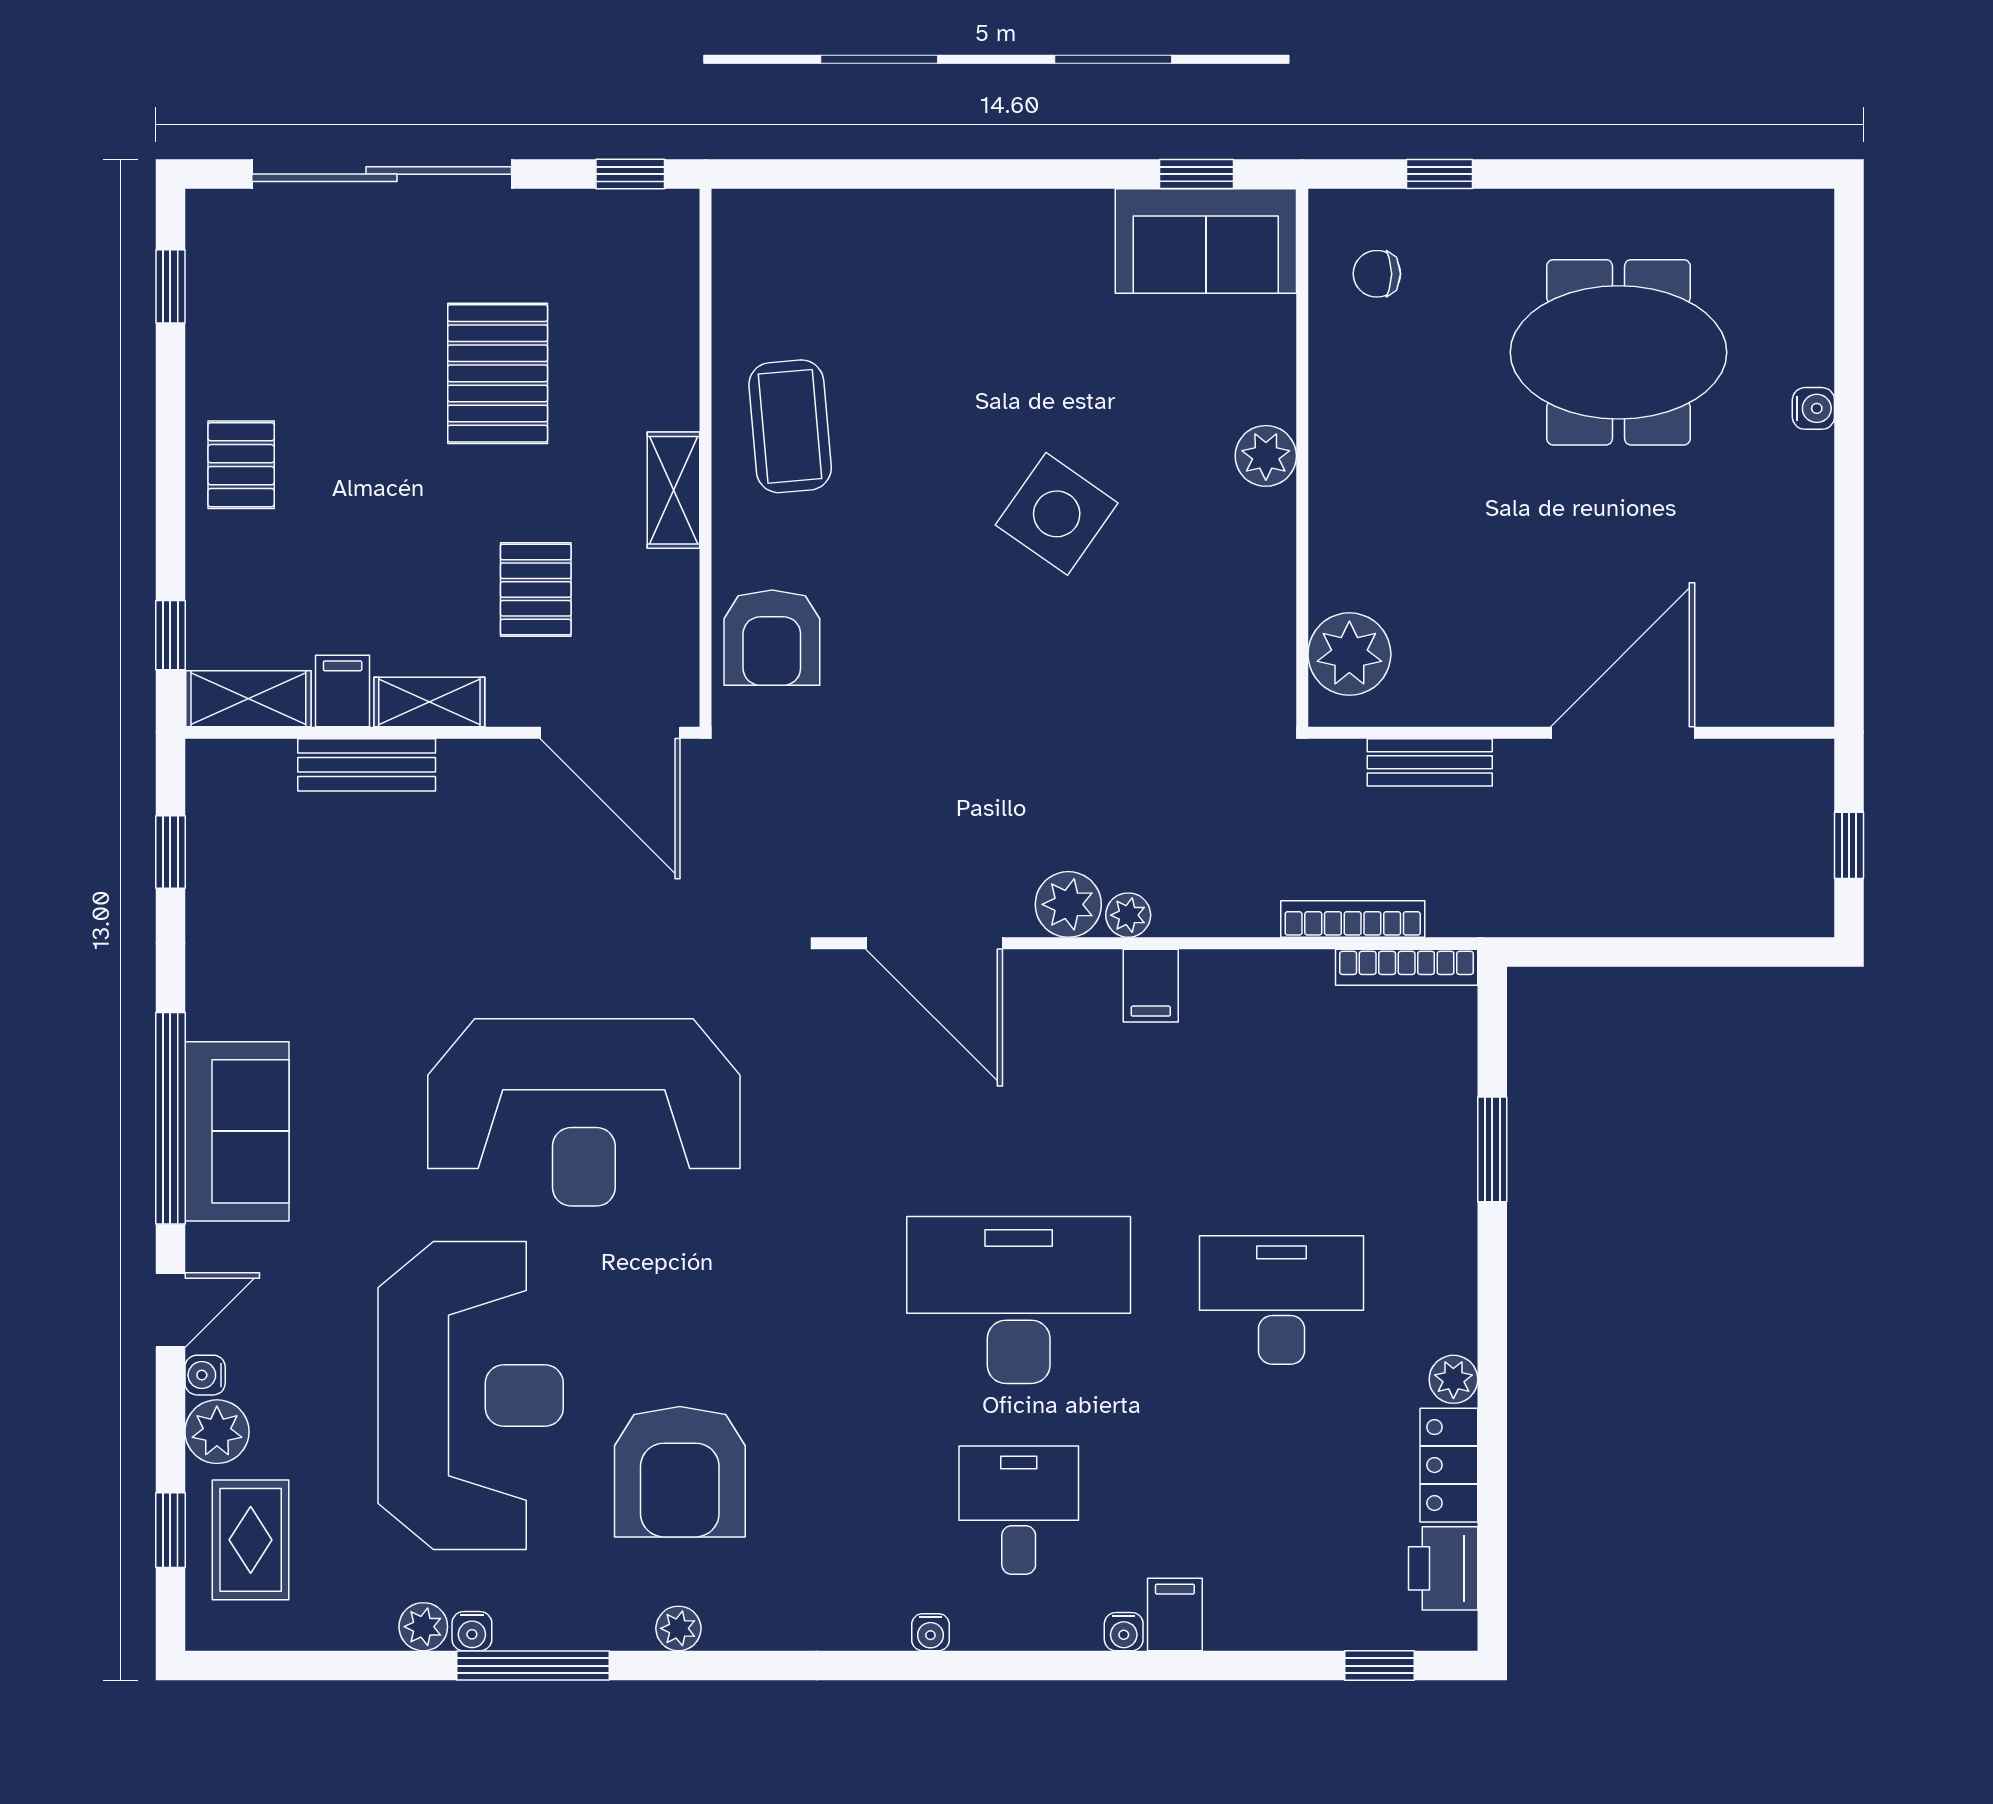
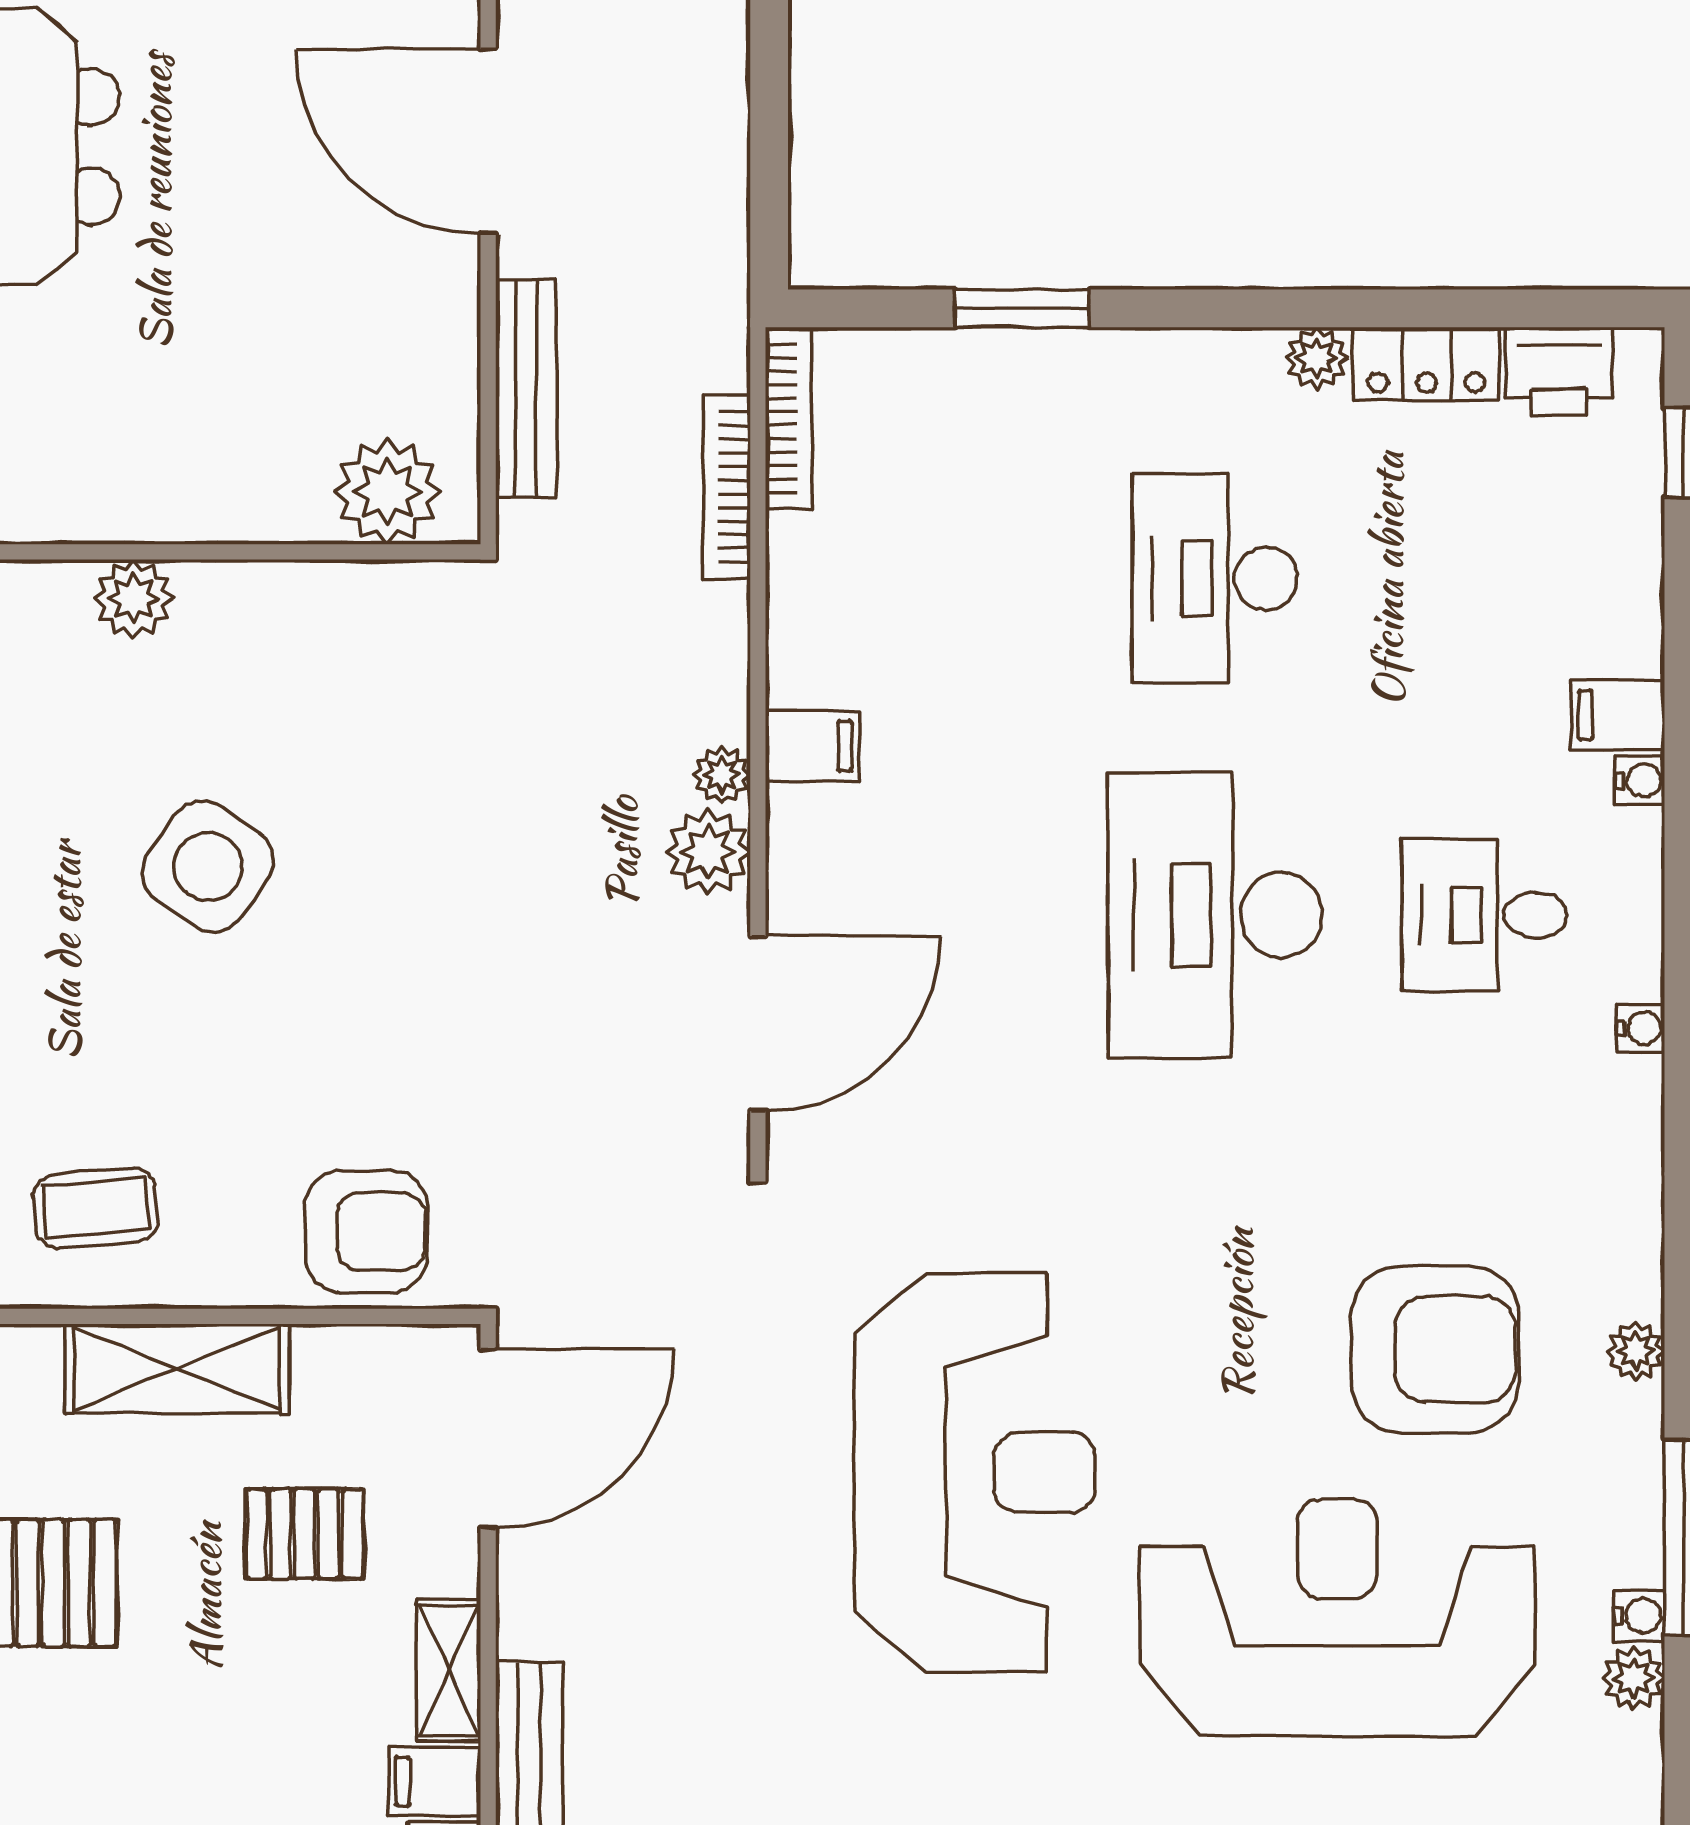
coffee table: (790, 426) -> (96, 1208), width x0.73, depth x0.77
shelving: (674, 490) -> (177, 1369), width x1.50, depth x1.33
bench: (1430, 762) -> (526, 388), width x1.36

